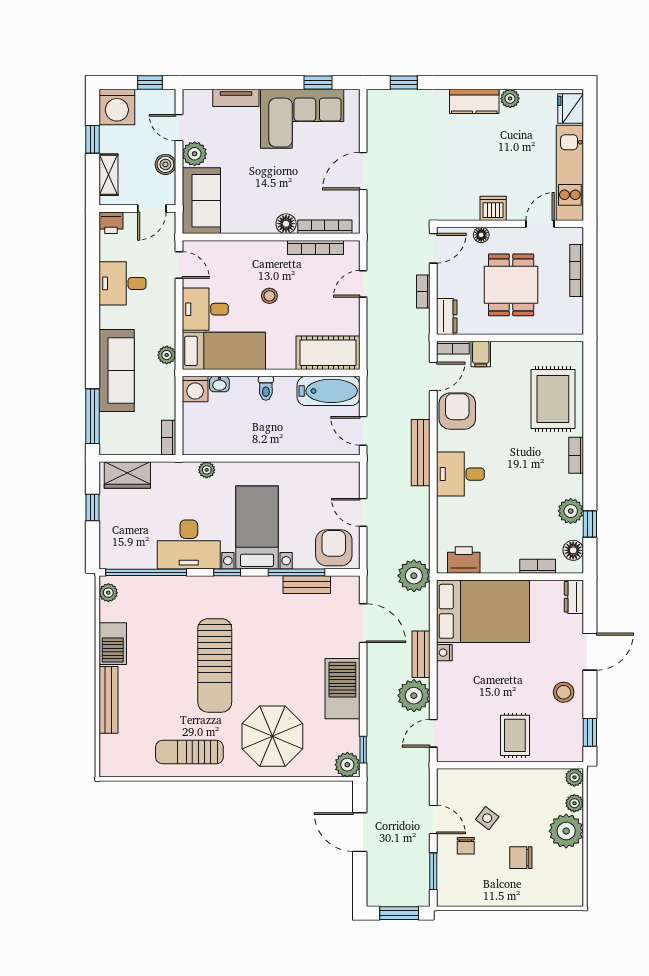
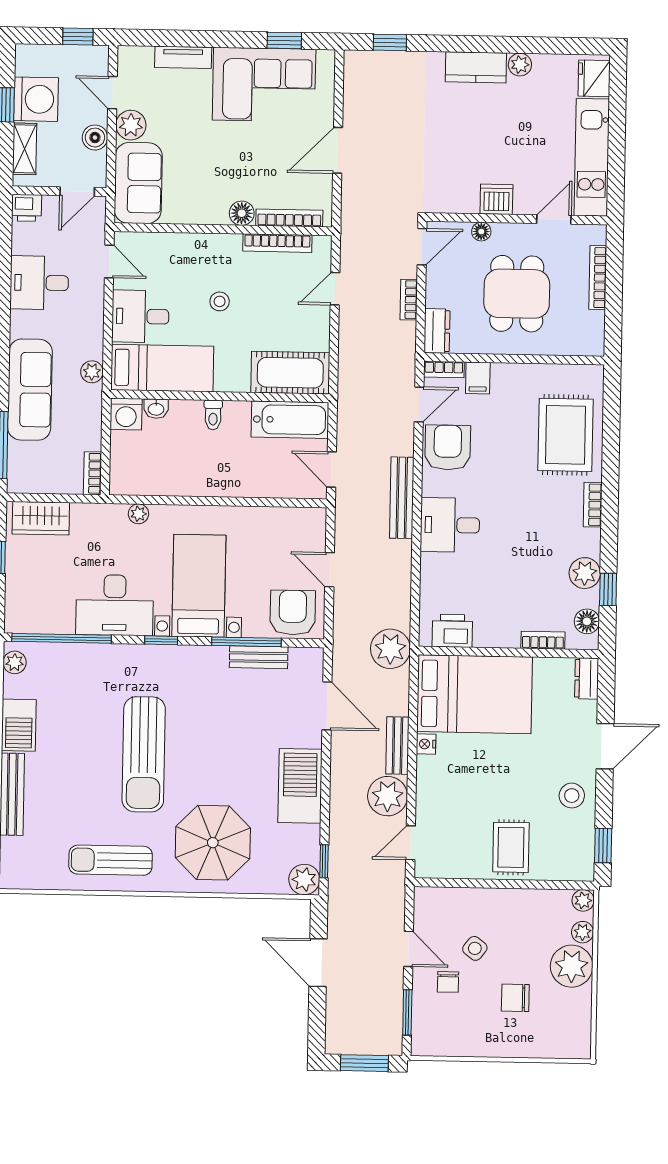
washing machine: (117, 107) -> (36, 99), moved, turned -90

